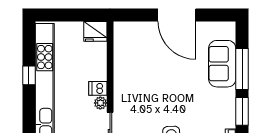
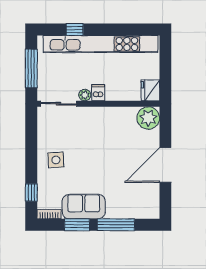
plant: (126, 34) -> (148, 118), added
sofa: (222, 64) -> (84, 207), moved
window: (29, 75) -> (75, 29), moved

